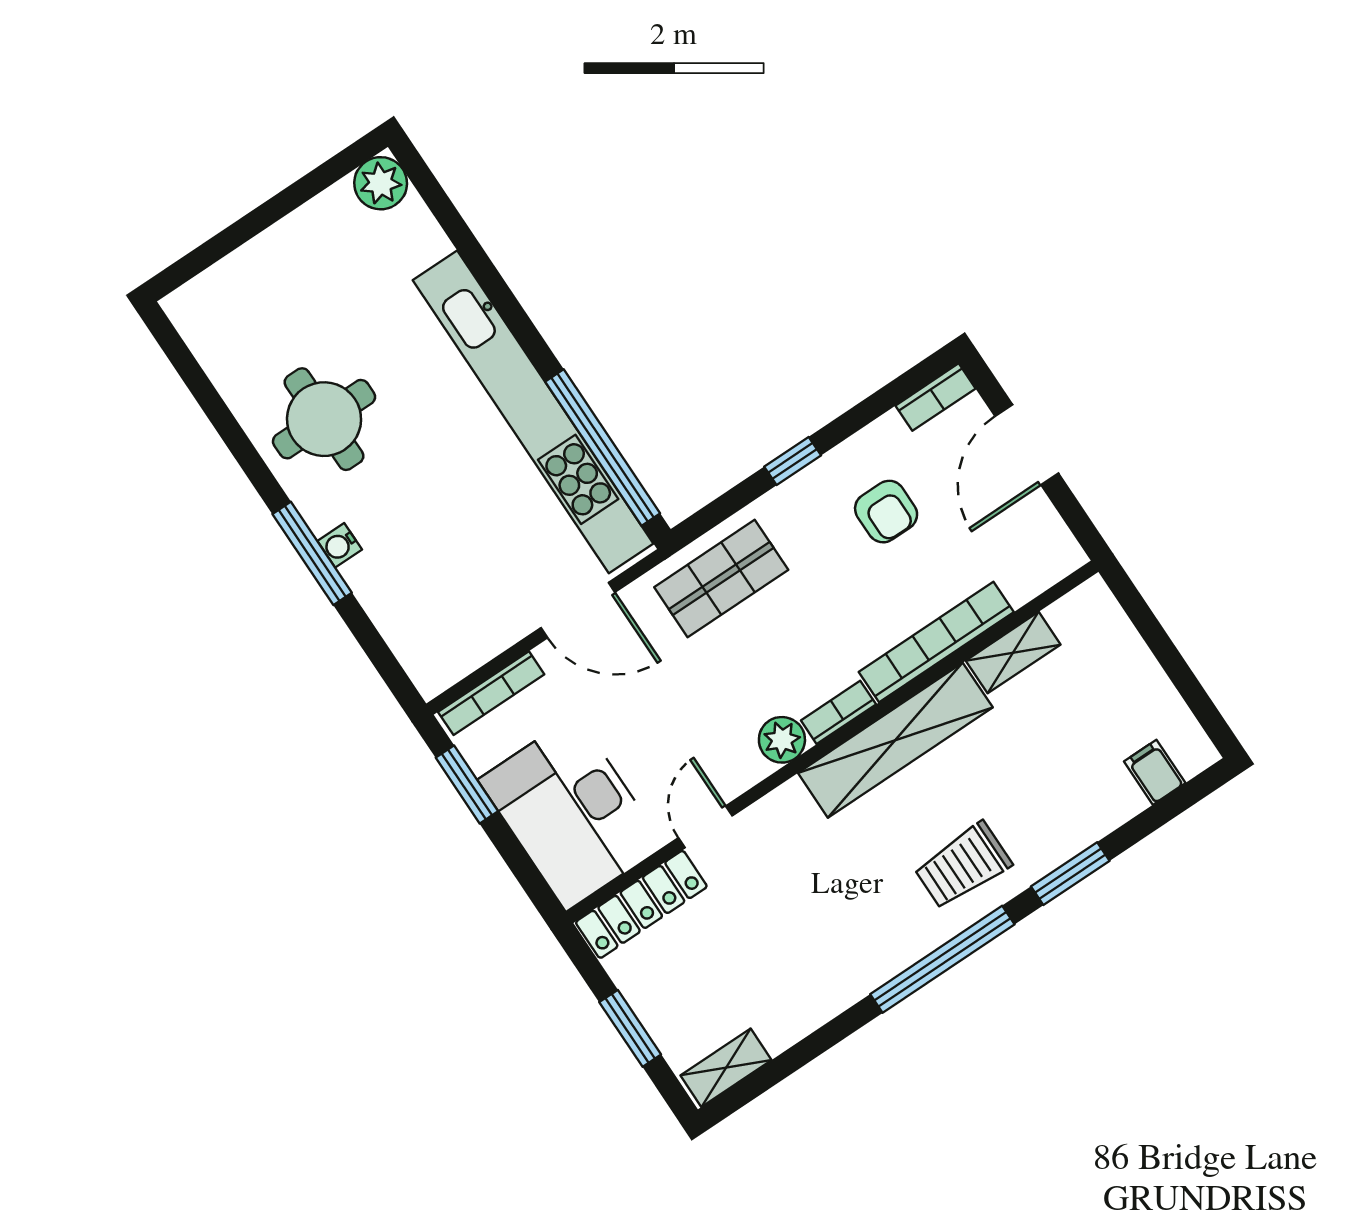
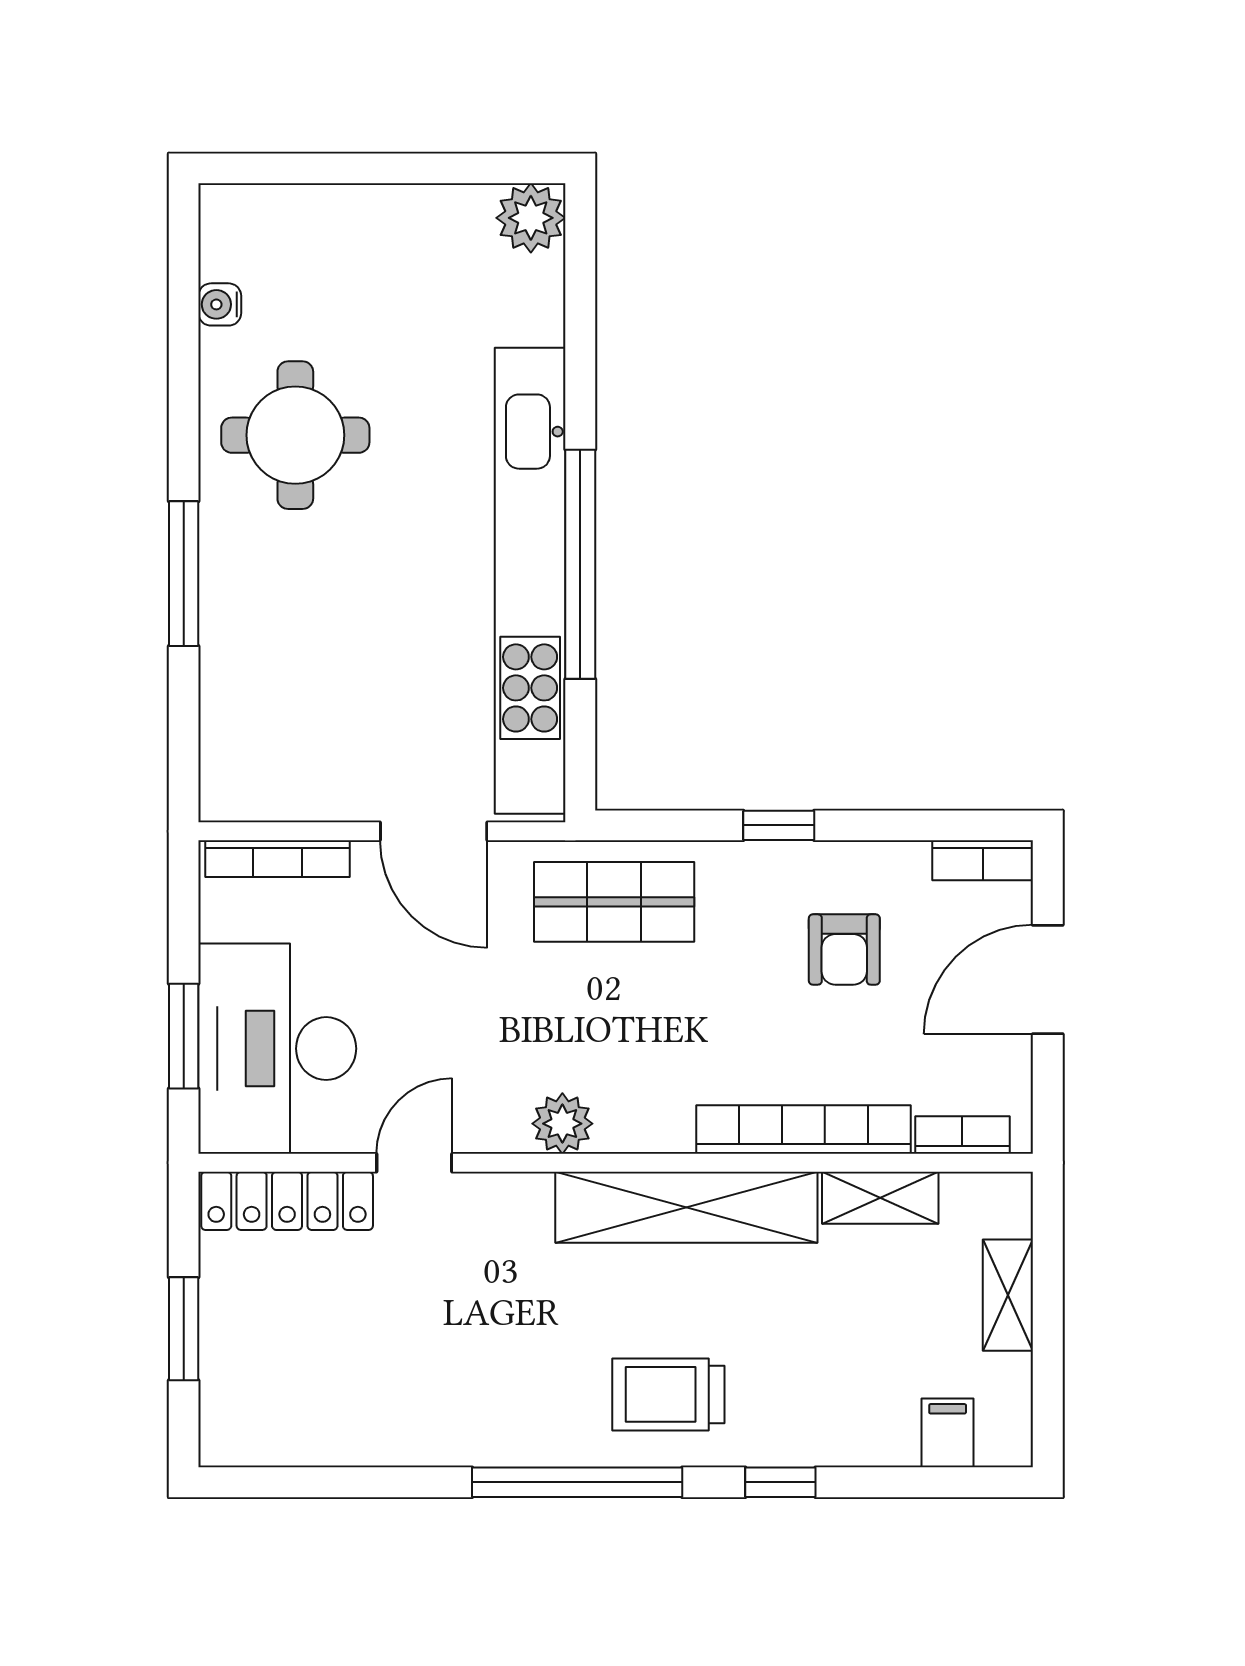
window: (603, 448) -> (580, 564), moved
water cooler: (340, 545) -> (220, 304), moved
bookcase: (838, 712) -> (962, 1135), moved
window: (467, 784) -> (184, 1036), moved
window: (1070, 874) -> (780, 1482), width x0.67
shelving: (726, 1068) -> (1008, 1295), moved, turned 90

